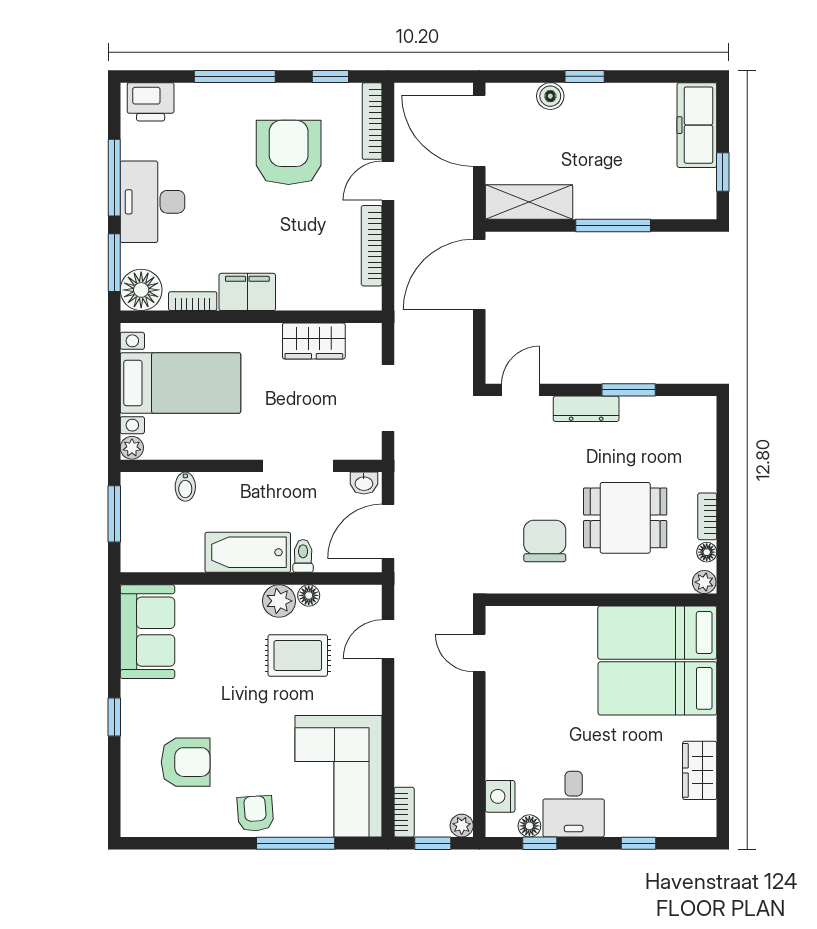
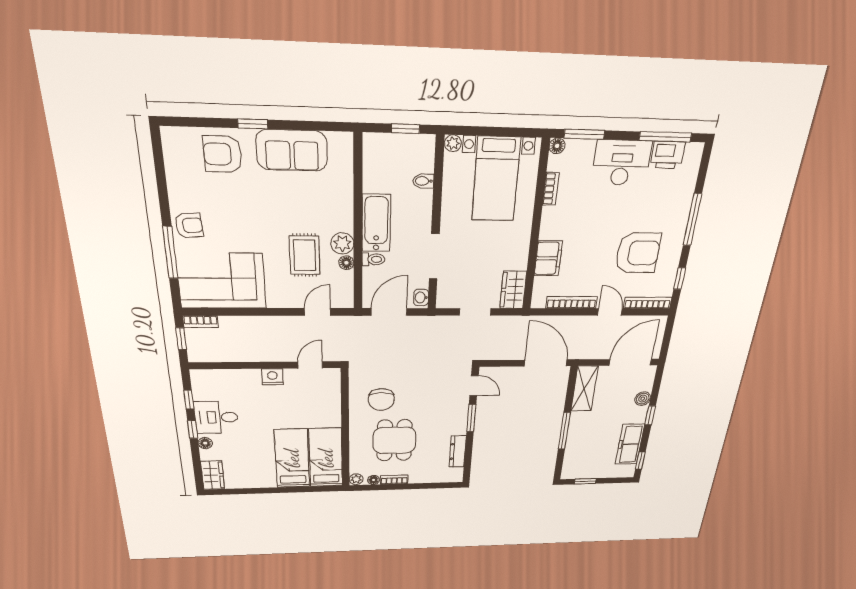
window: (680, 76) -> (640, 461), added
printer: (151, 102) -> (668, 155), moved, turned -90
freezer: (697, 125) -> (630, 444), moved, turned -90
window: (114, 178) -> (665, 137), moved
floor lamp: (141, 290) -> (557, 146), width x0.53, depth x0.53
filing cabinet: (247, 292) -> (548, 258), moved
wardrobe: (314, 341) -> (513, 290), moved
window: (629, 390) -> (471, 418), moved
doorway: (388, 398) -> (475, 312), width x0.73
dresser: (586, 409) -> (458, 451), moved
window: (114, 514) -> (406, 129), width x0.67
door: (388, 531) -> (389, 312), hinge flipped
chair: (545, 541) -> (381, 400), turned 90
sofa: (148, 632) -> (292, 150), moved
door: (388, 639) -> (317, 312), hinge flipped
armchair: (186, 762) -> (223, 154), moved, turned 90
wardrobe: (700, 770) -> (213, 475), moved, turned 90
nightstand: (500, 796) -> (272, 377), moved
plant: (462, 826) -> (195, 356), removed
floor lamp: (529, 826) -> (205, 443), moved
window: (639, 843) -> (193, 429), moved

